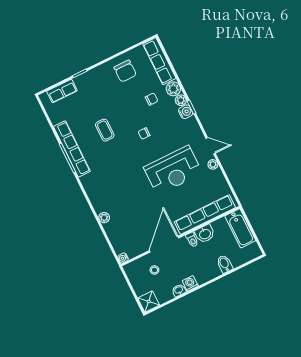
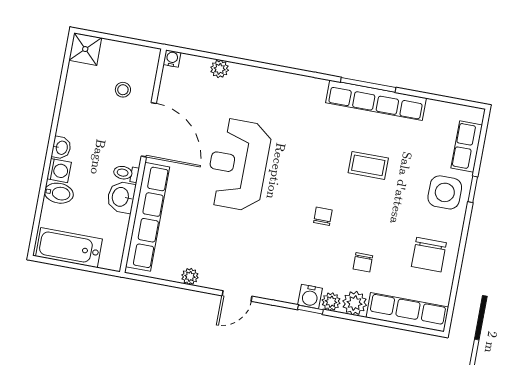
chair: (125, 71) -> (429, 255), turned -90
side table: (91, 85) -> (445, 192), added
plant: (213, 164) -> (190, 276), moved
reception desk: (173, 170) -> (238, 165), moved
plant: (104, 218) -> (220, 69), moved
bathtub: (240, 228) -> (69, 248), moved
washing machine: (190, 283) -> (59, 171), moved
washbasin: (179, 290) -> (61, 148), moved

